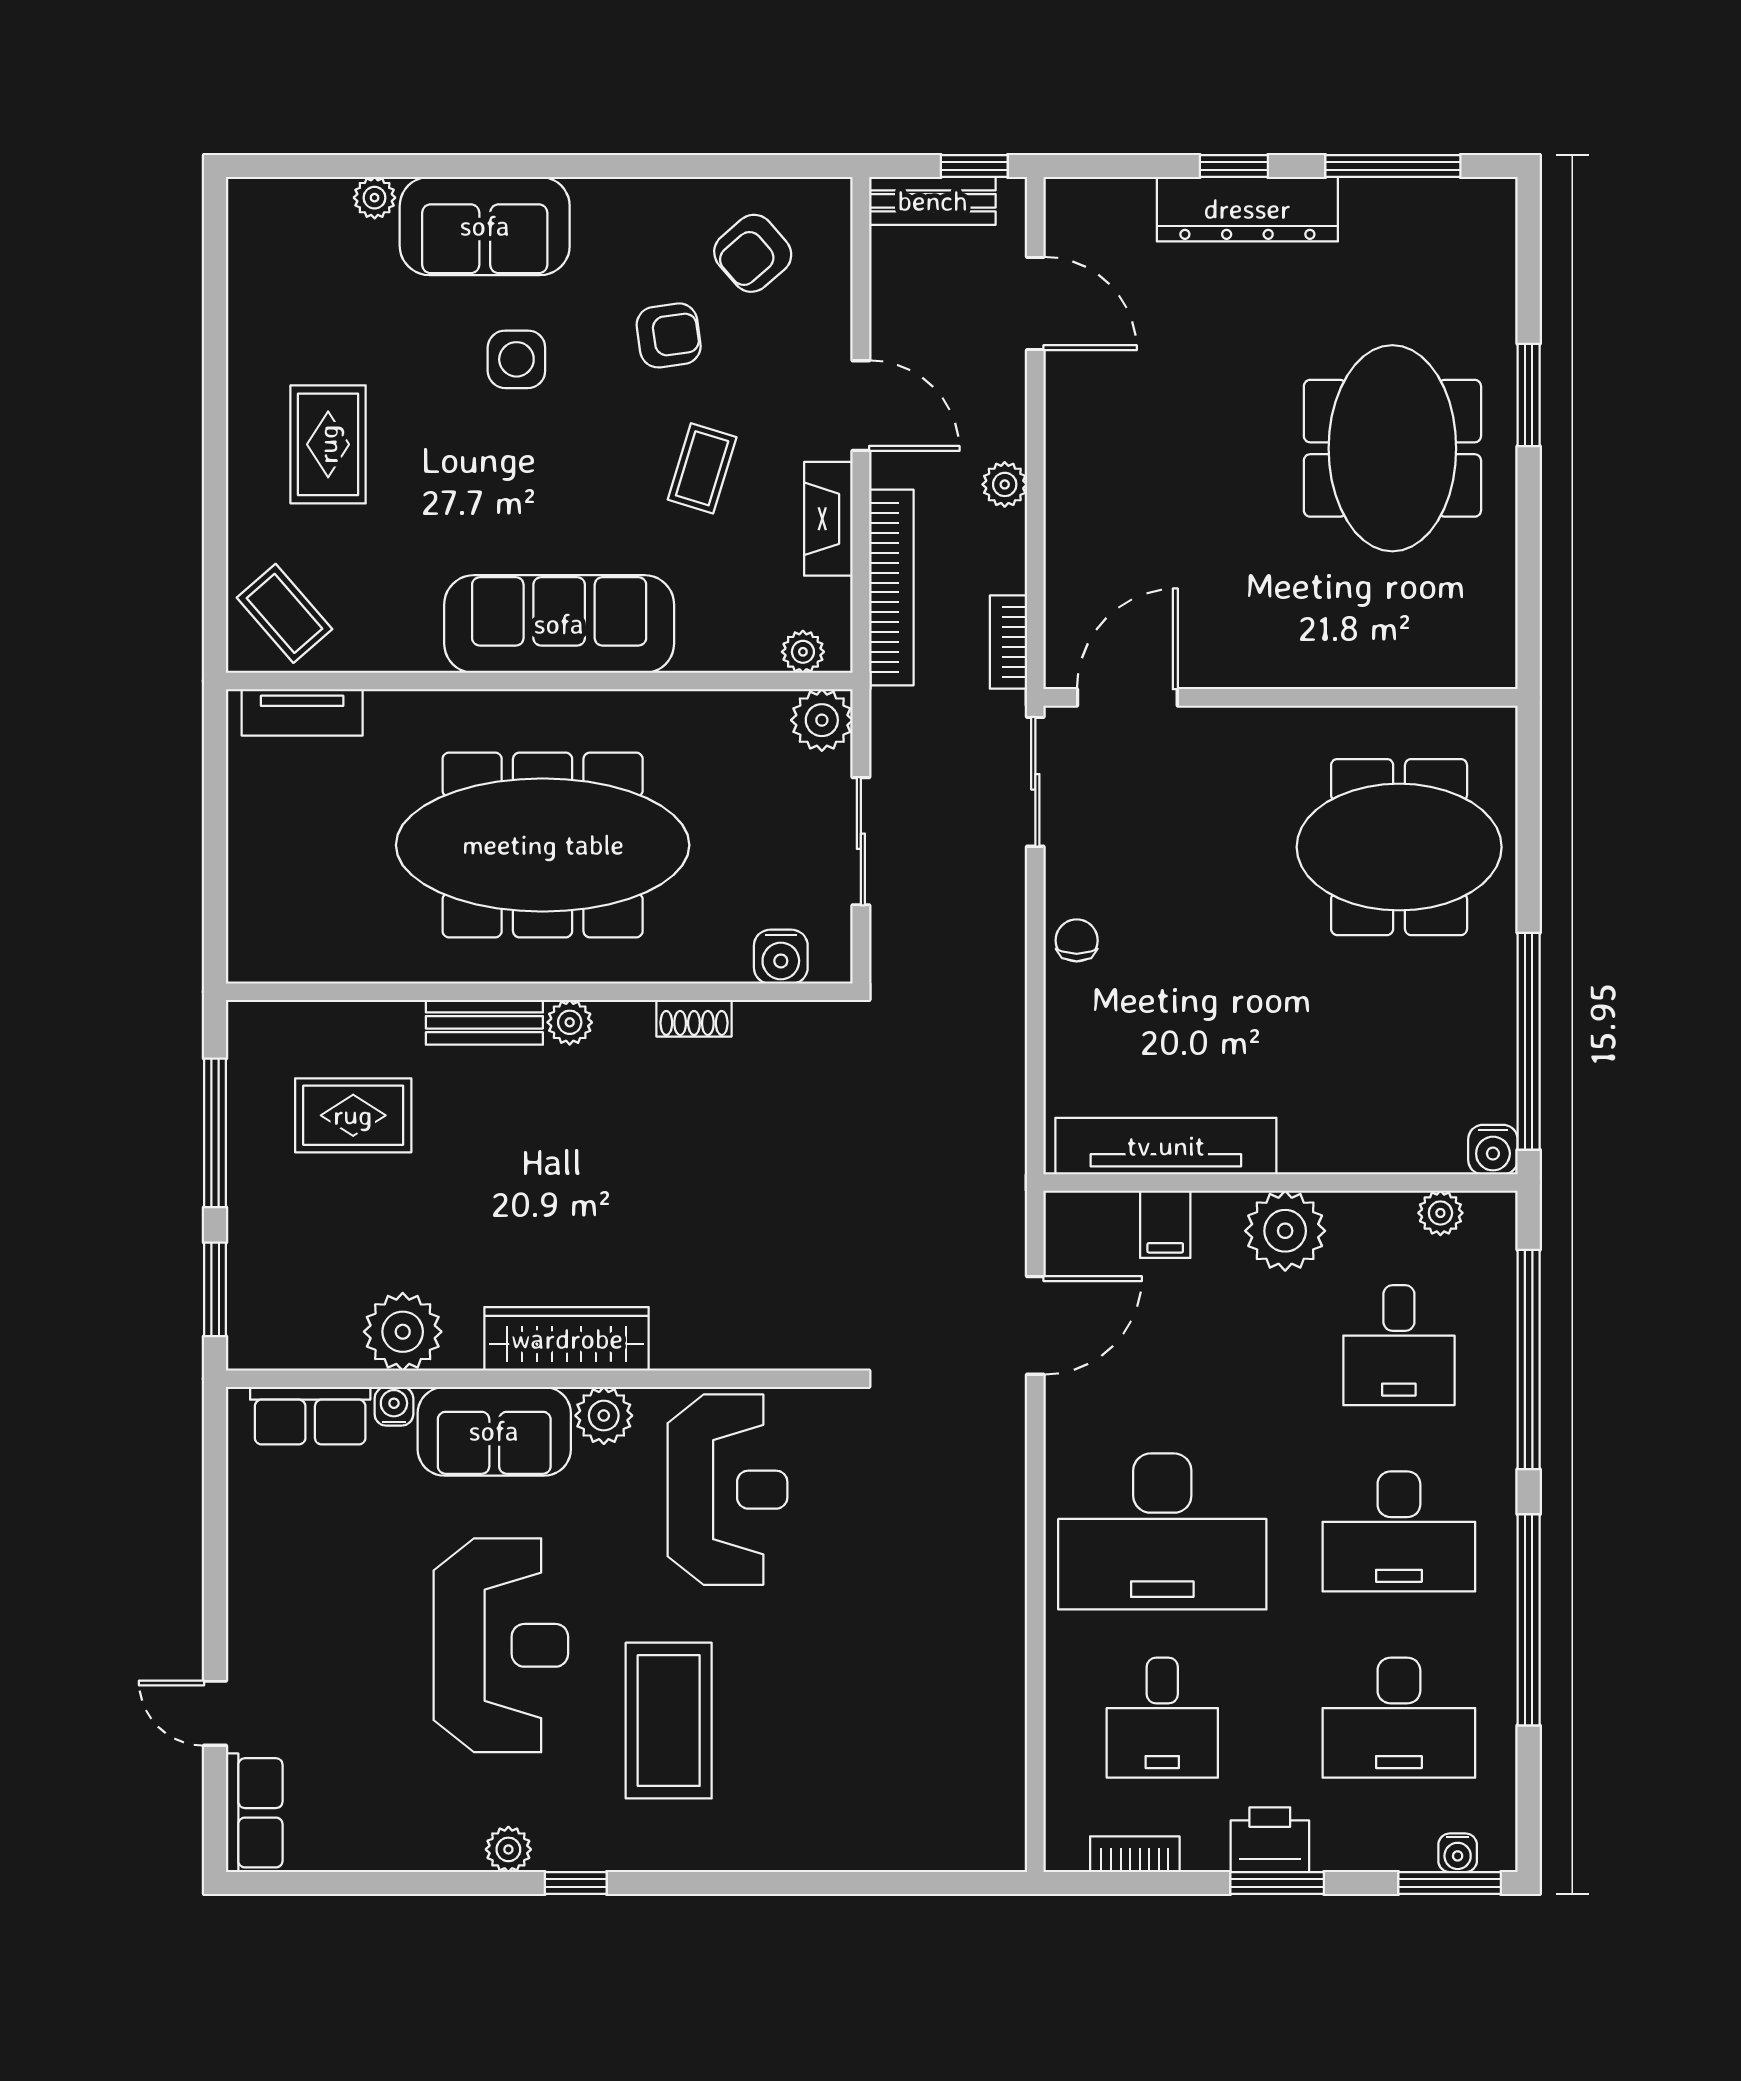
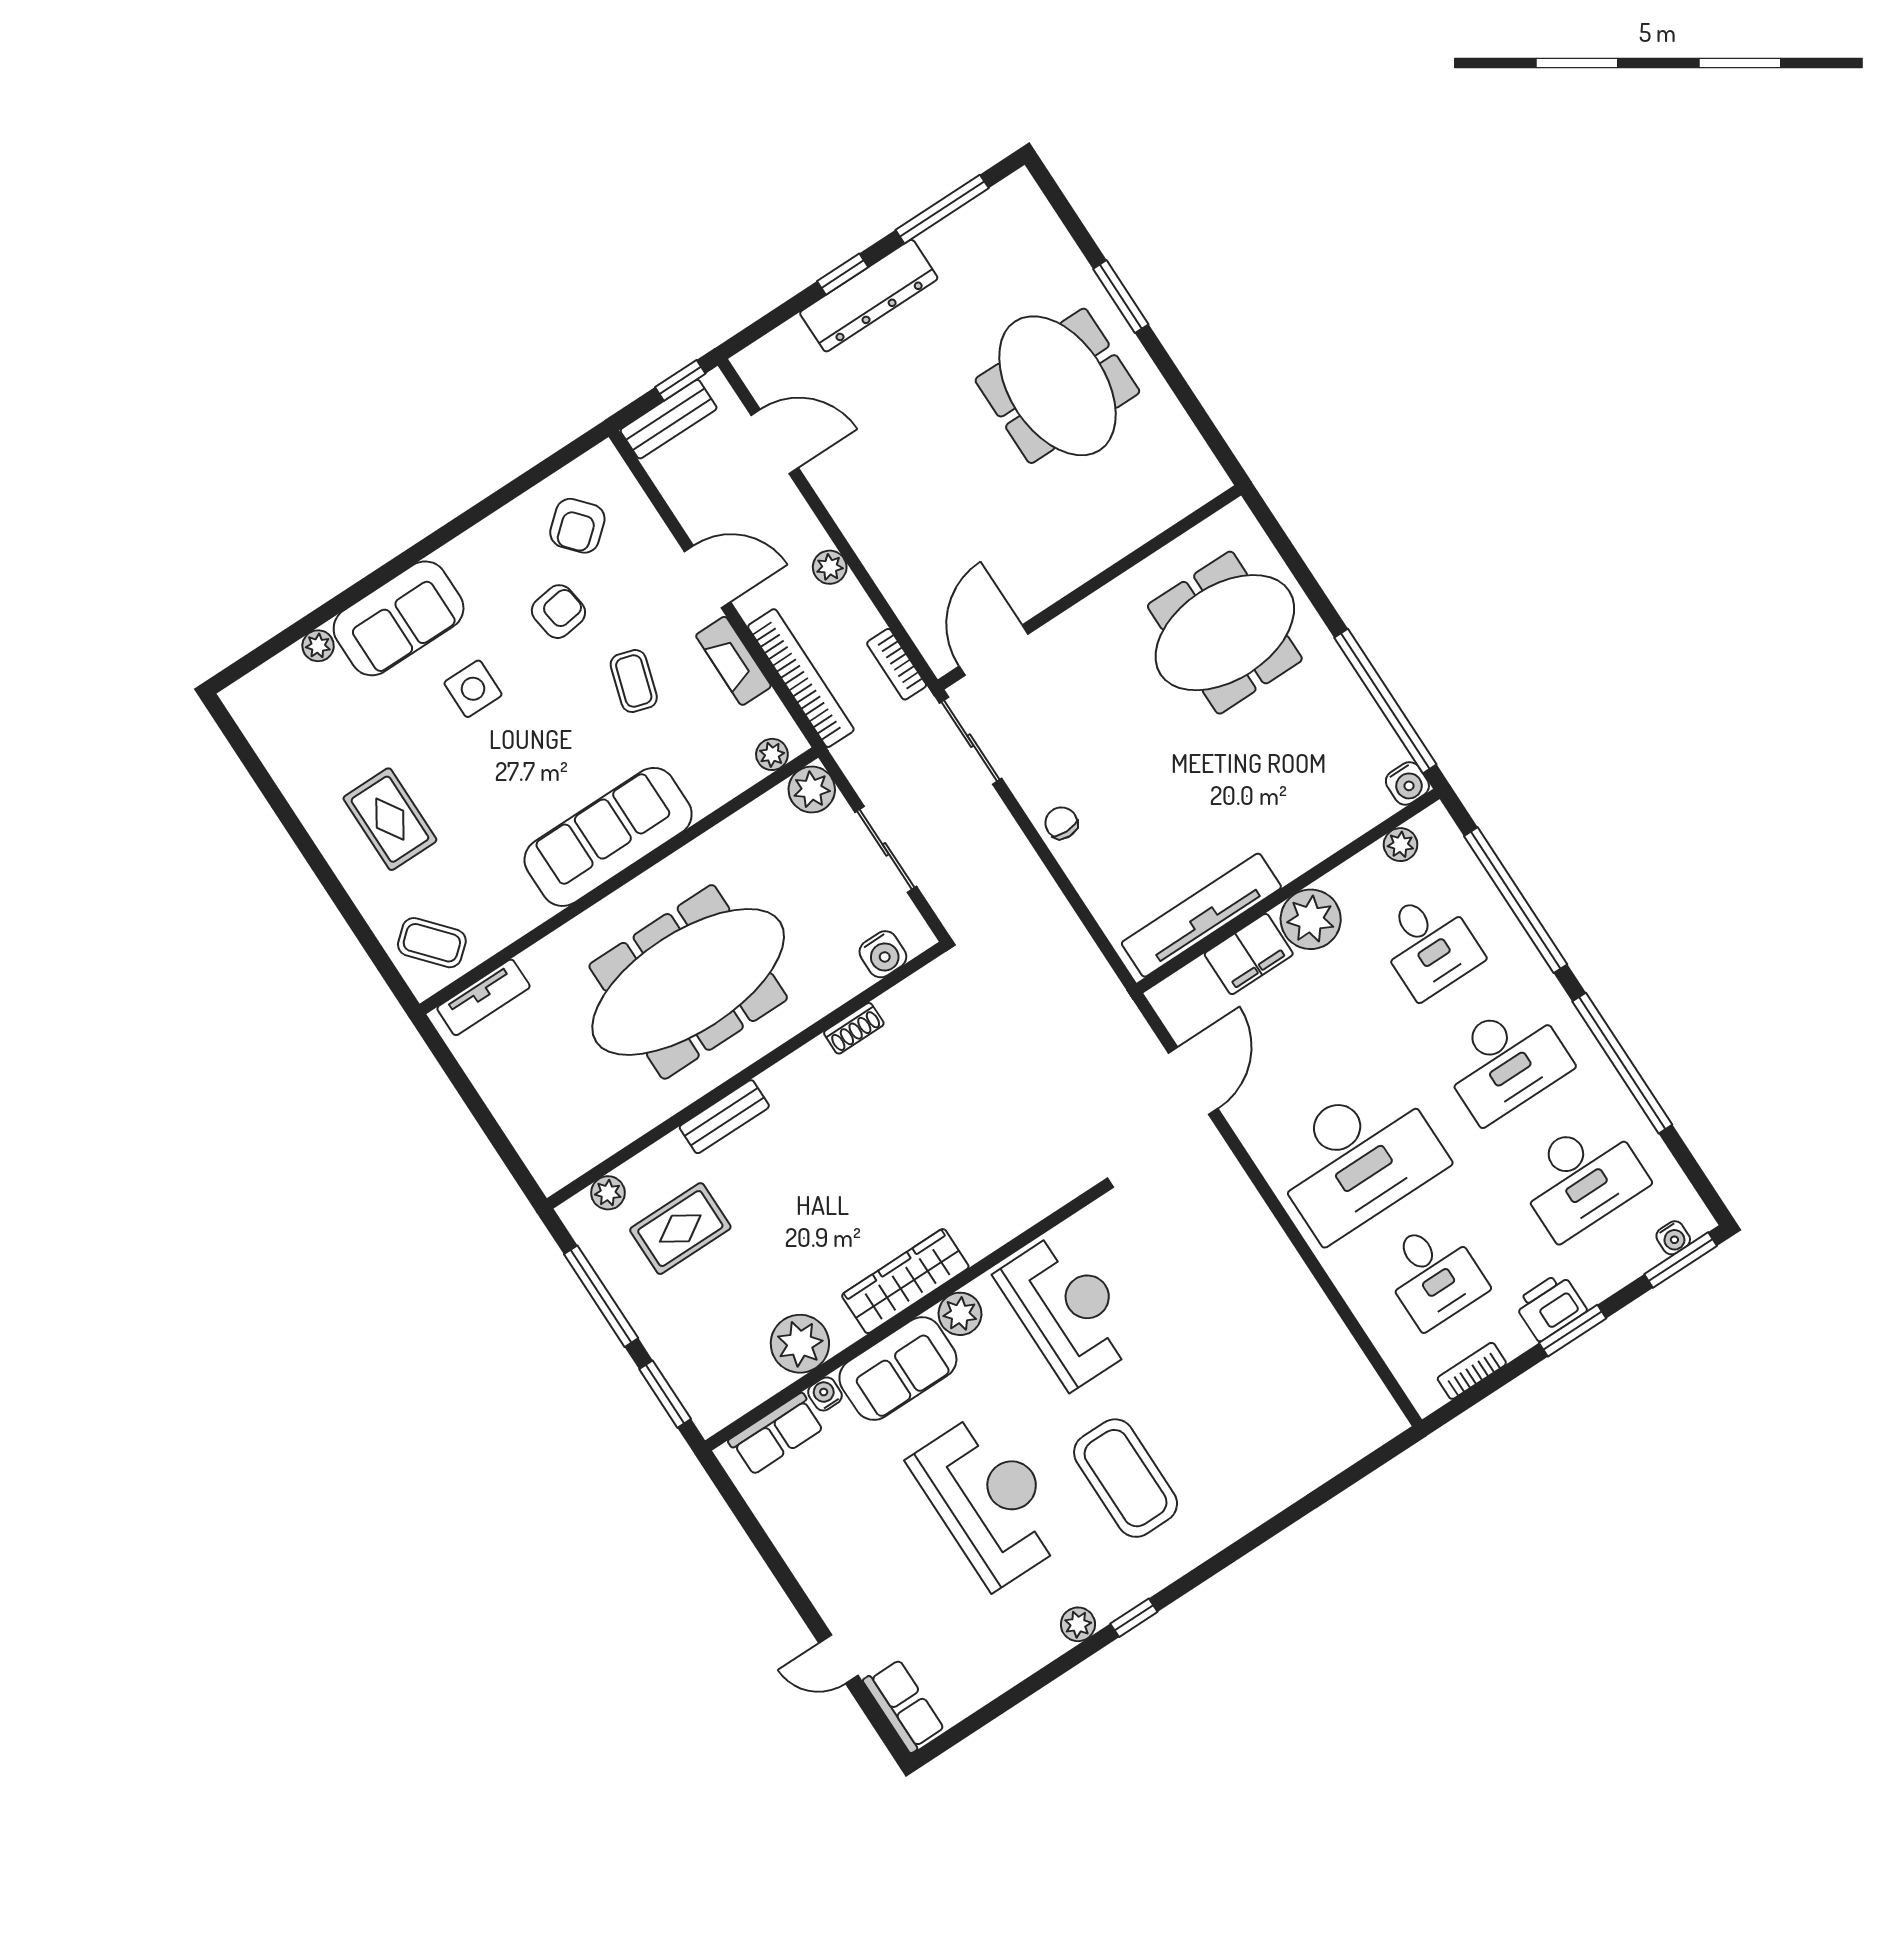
plant: (570, 1022) -> (608, 1193), moved
filing cabinet: (1165, 1224) -> (1249, 954), width x2.00

